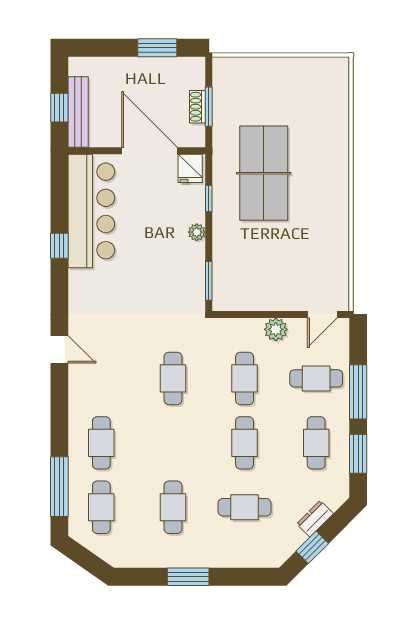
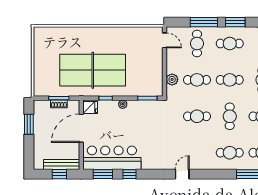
table tennis table: (264, 173) -> (93, 70), width x1.36, depth x1.32
window: (59, 193) -> (103, 174), added
plant: (276, 329) -> (172, 79), moved
cafe table: (173, 443) -> (230, 116), added

